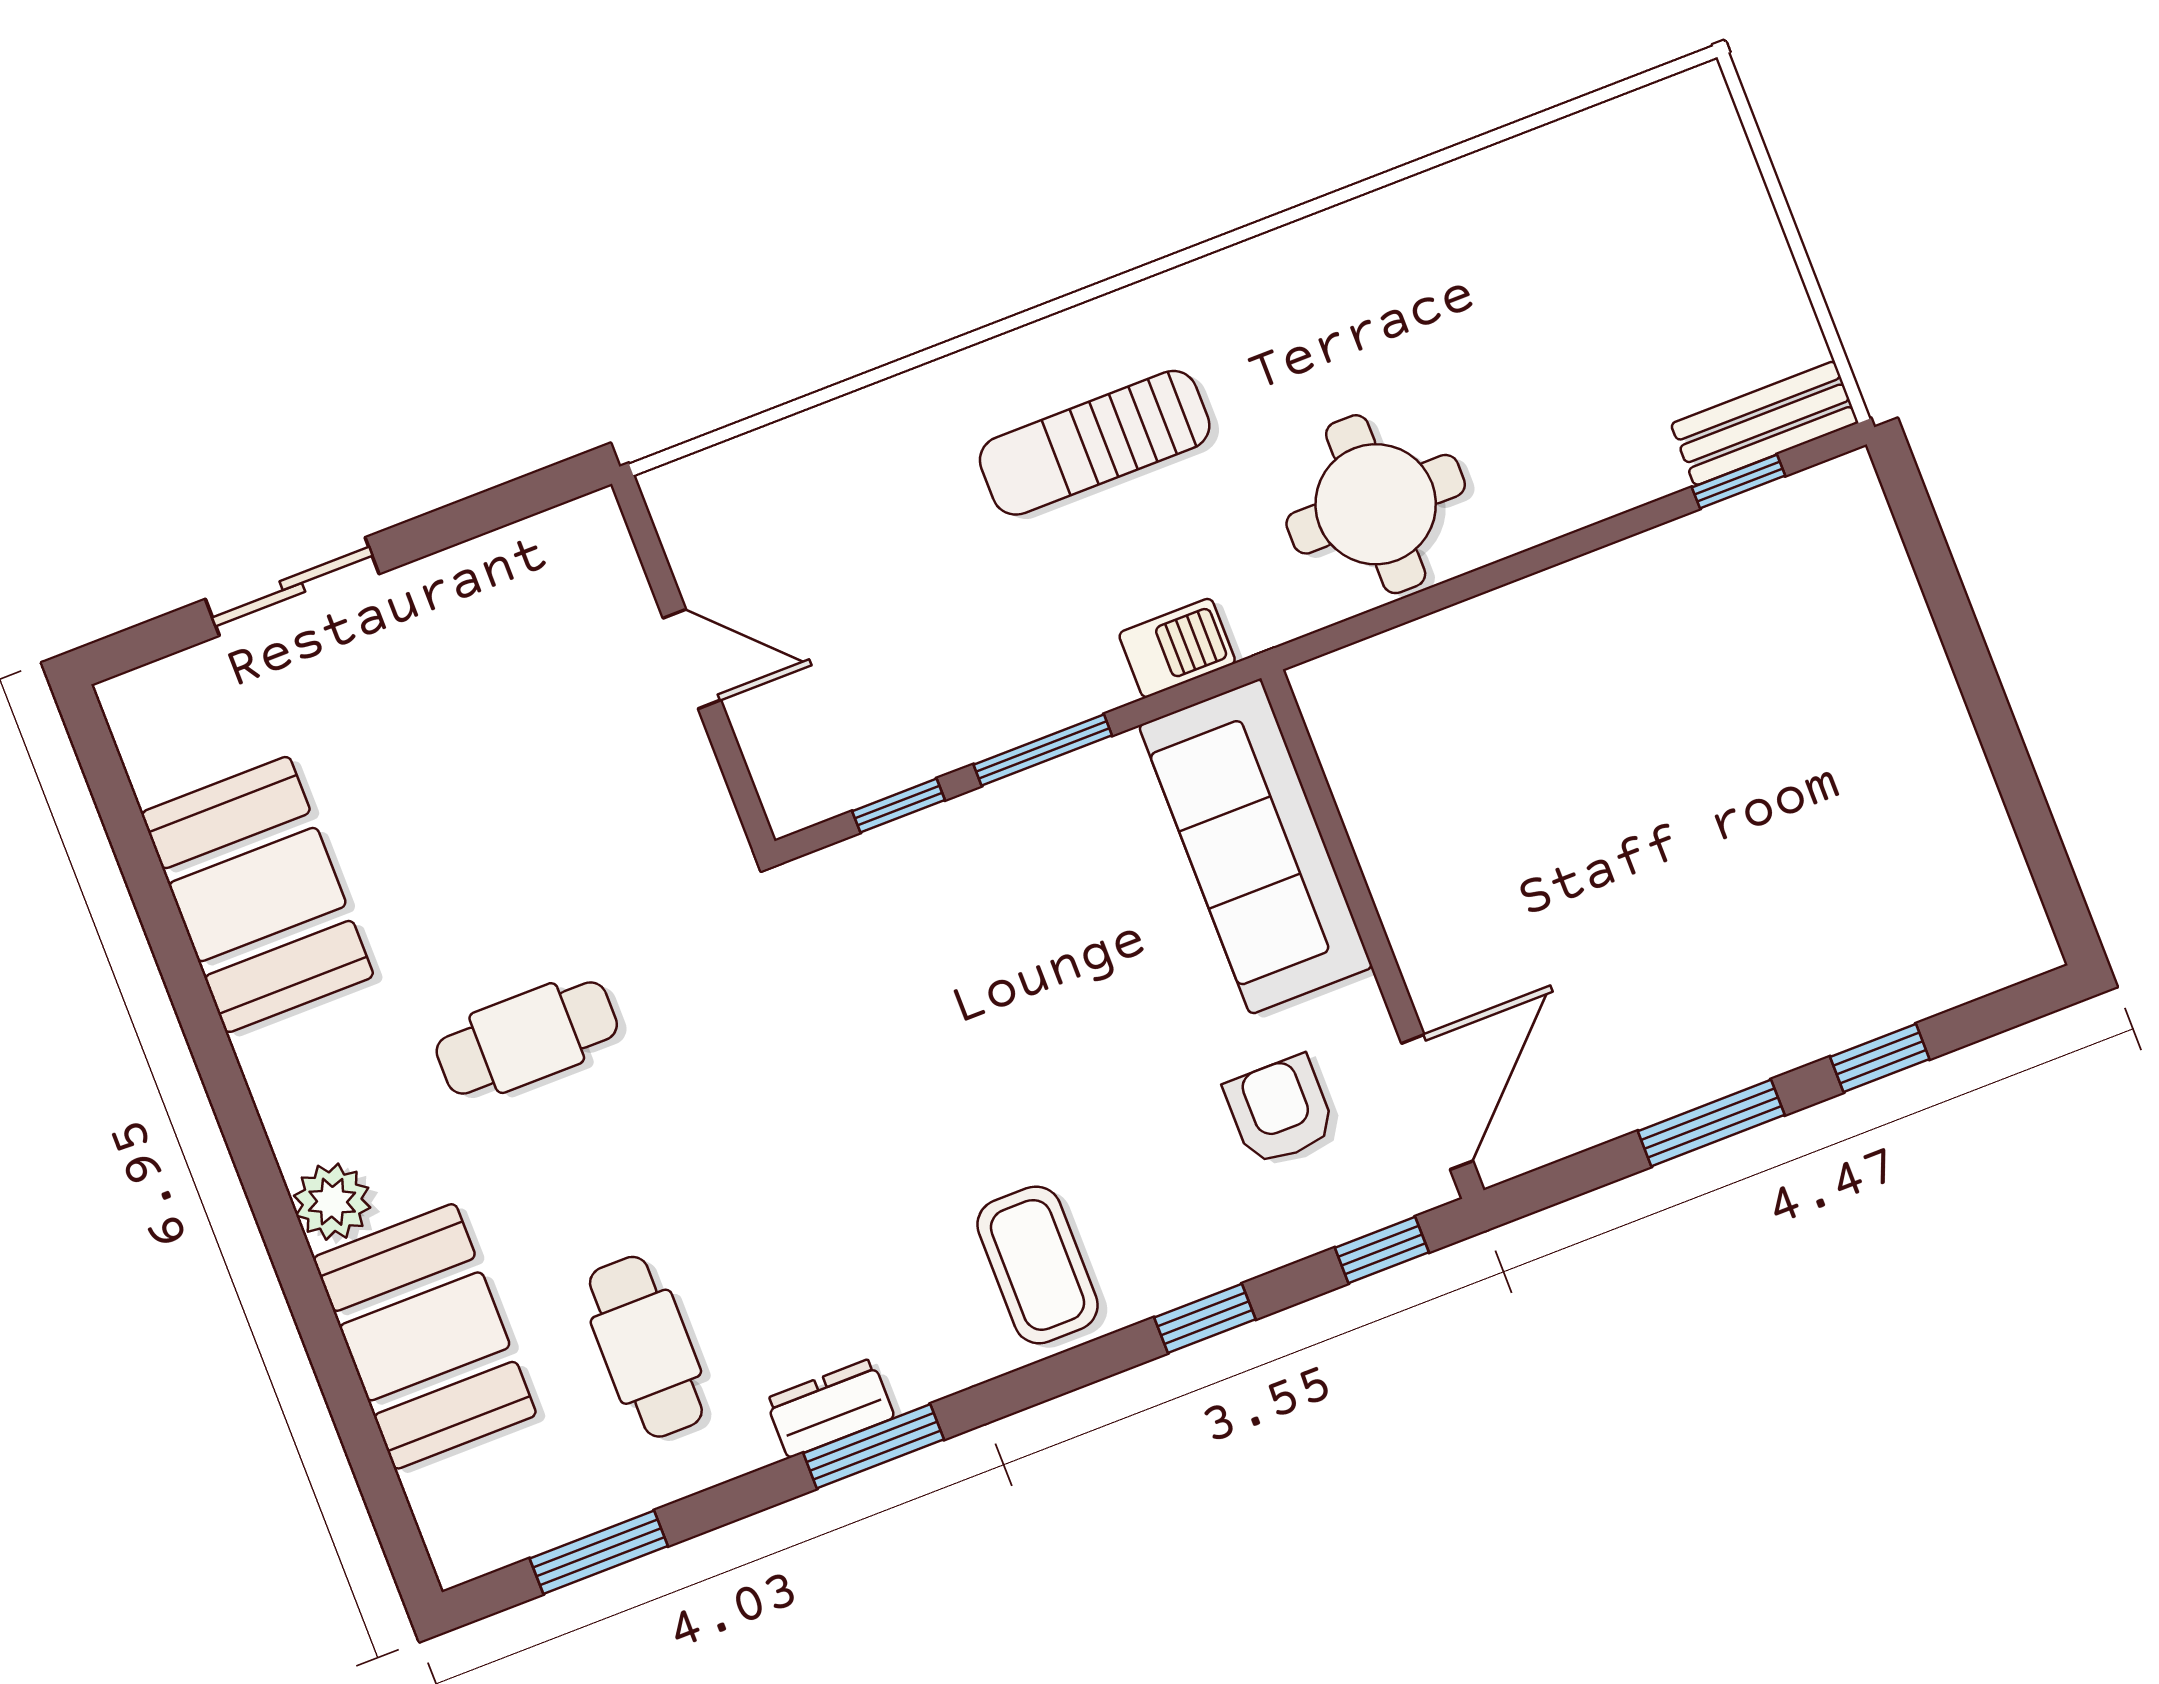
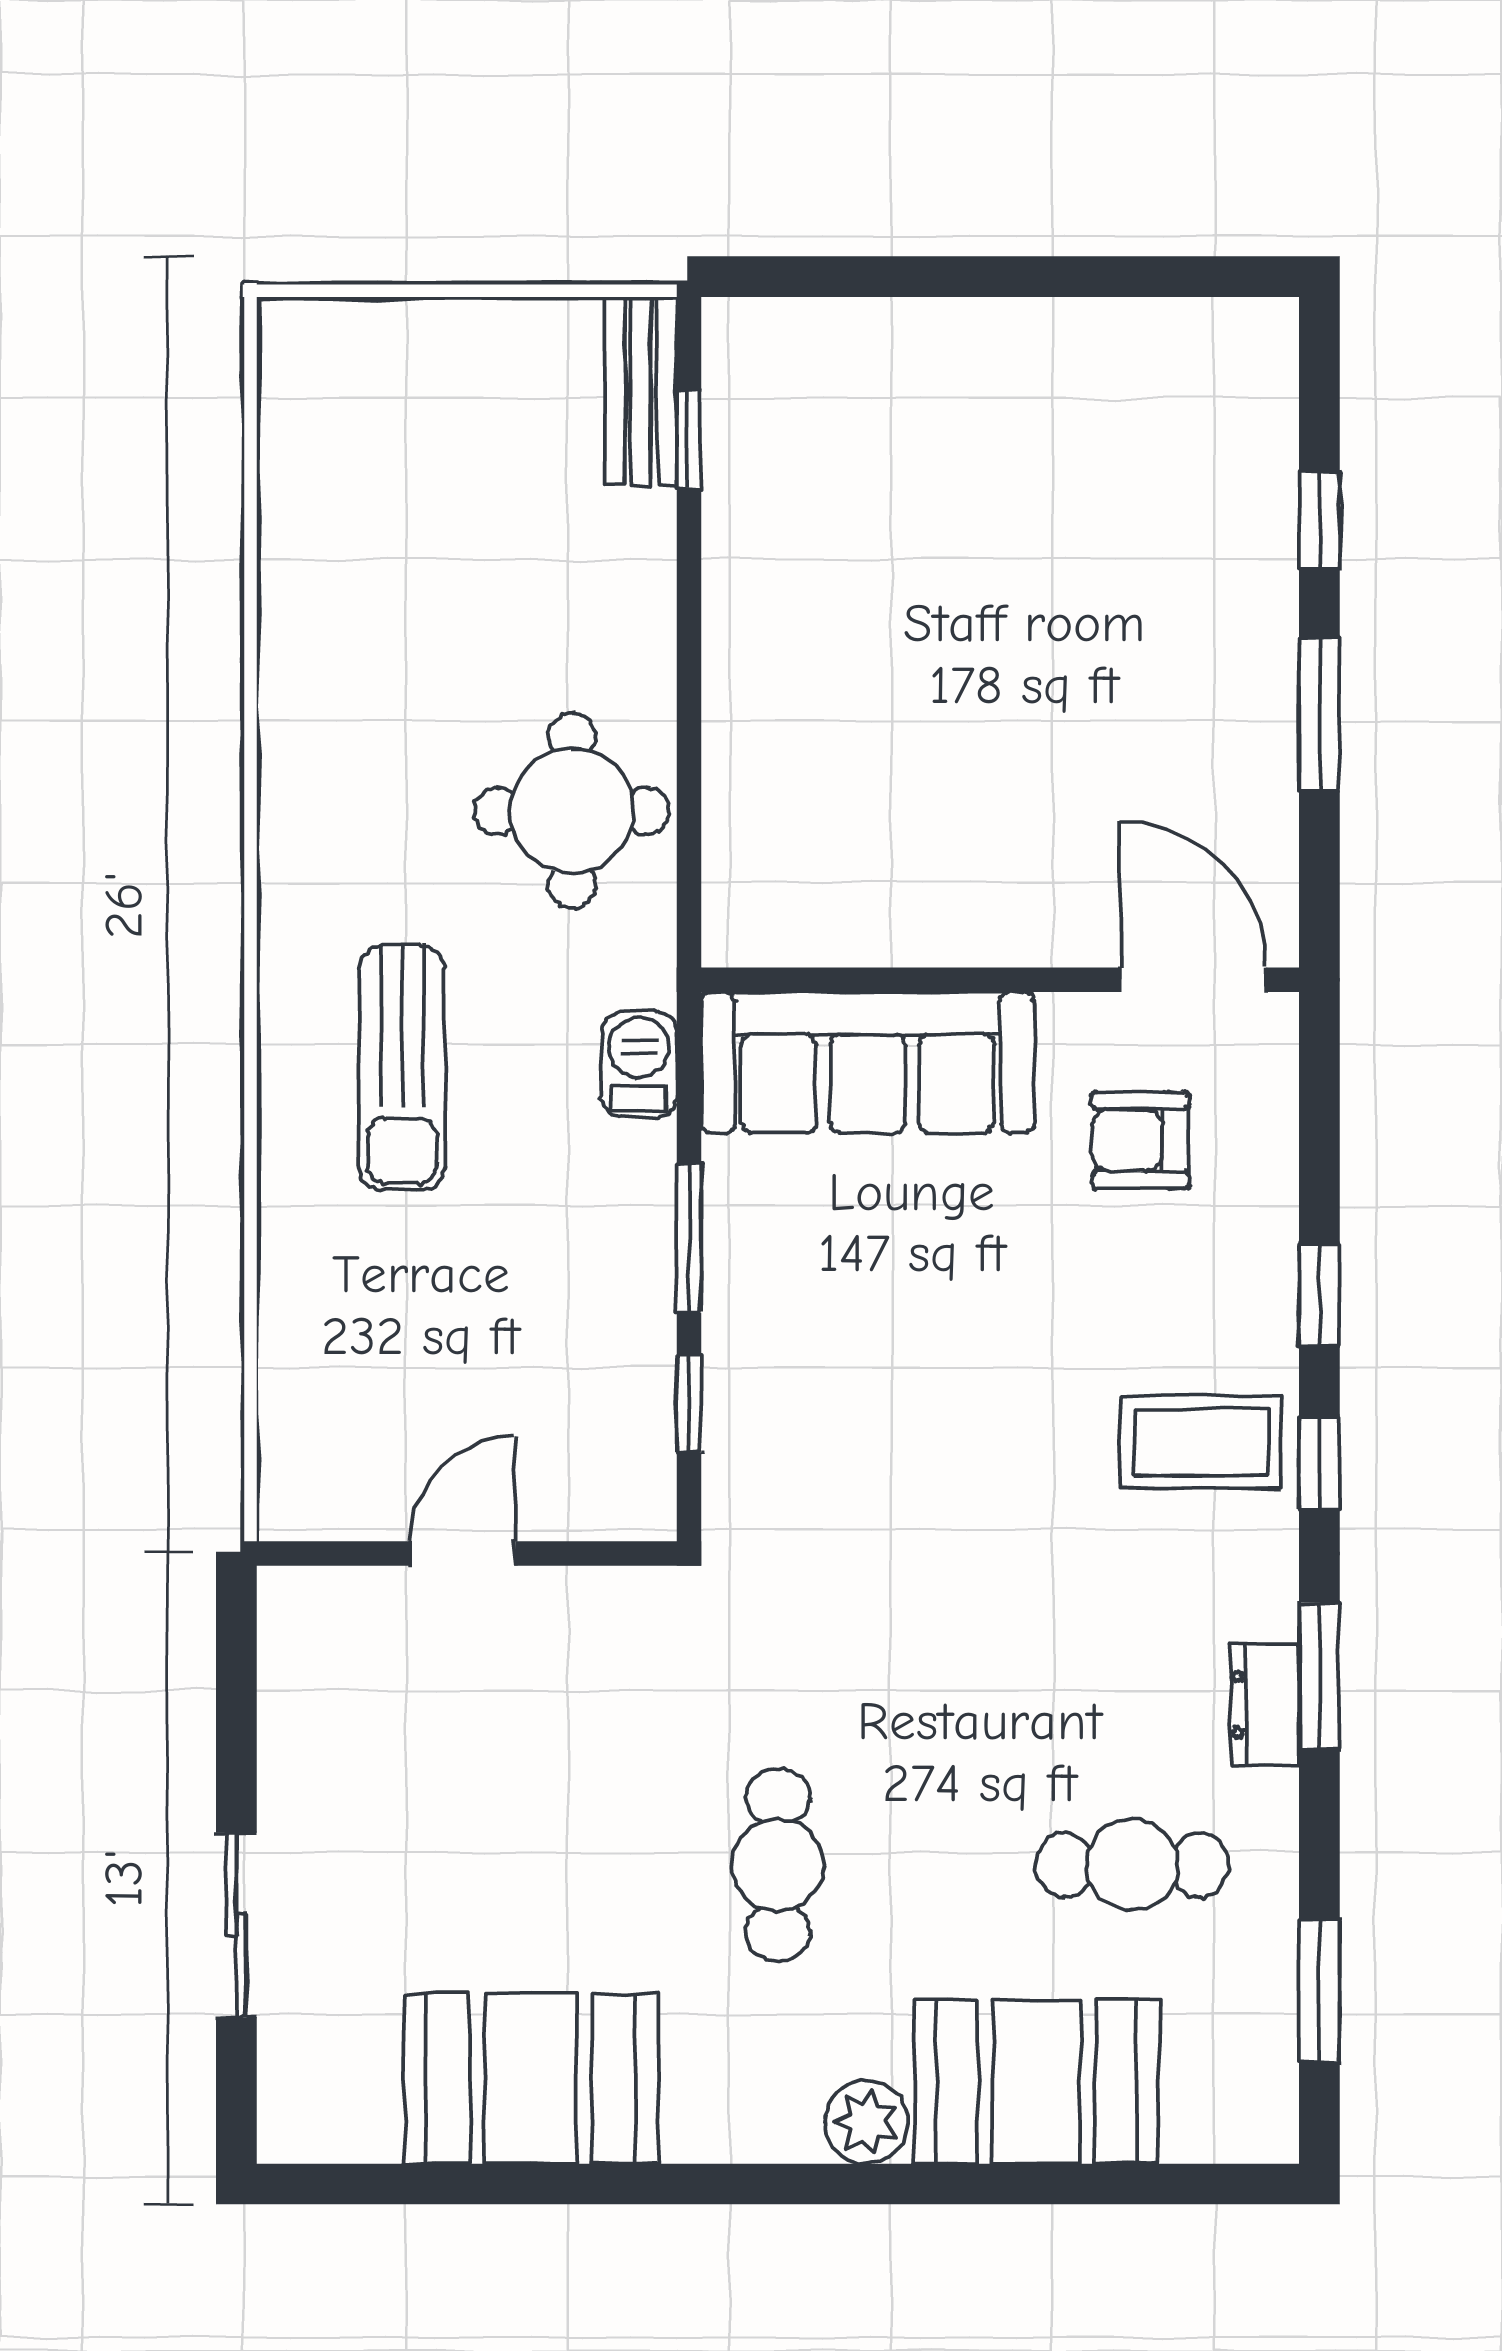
window: (1382, 1250) -> (1319, 1463), moved

